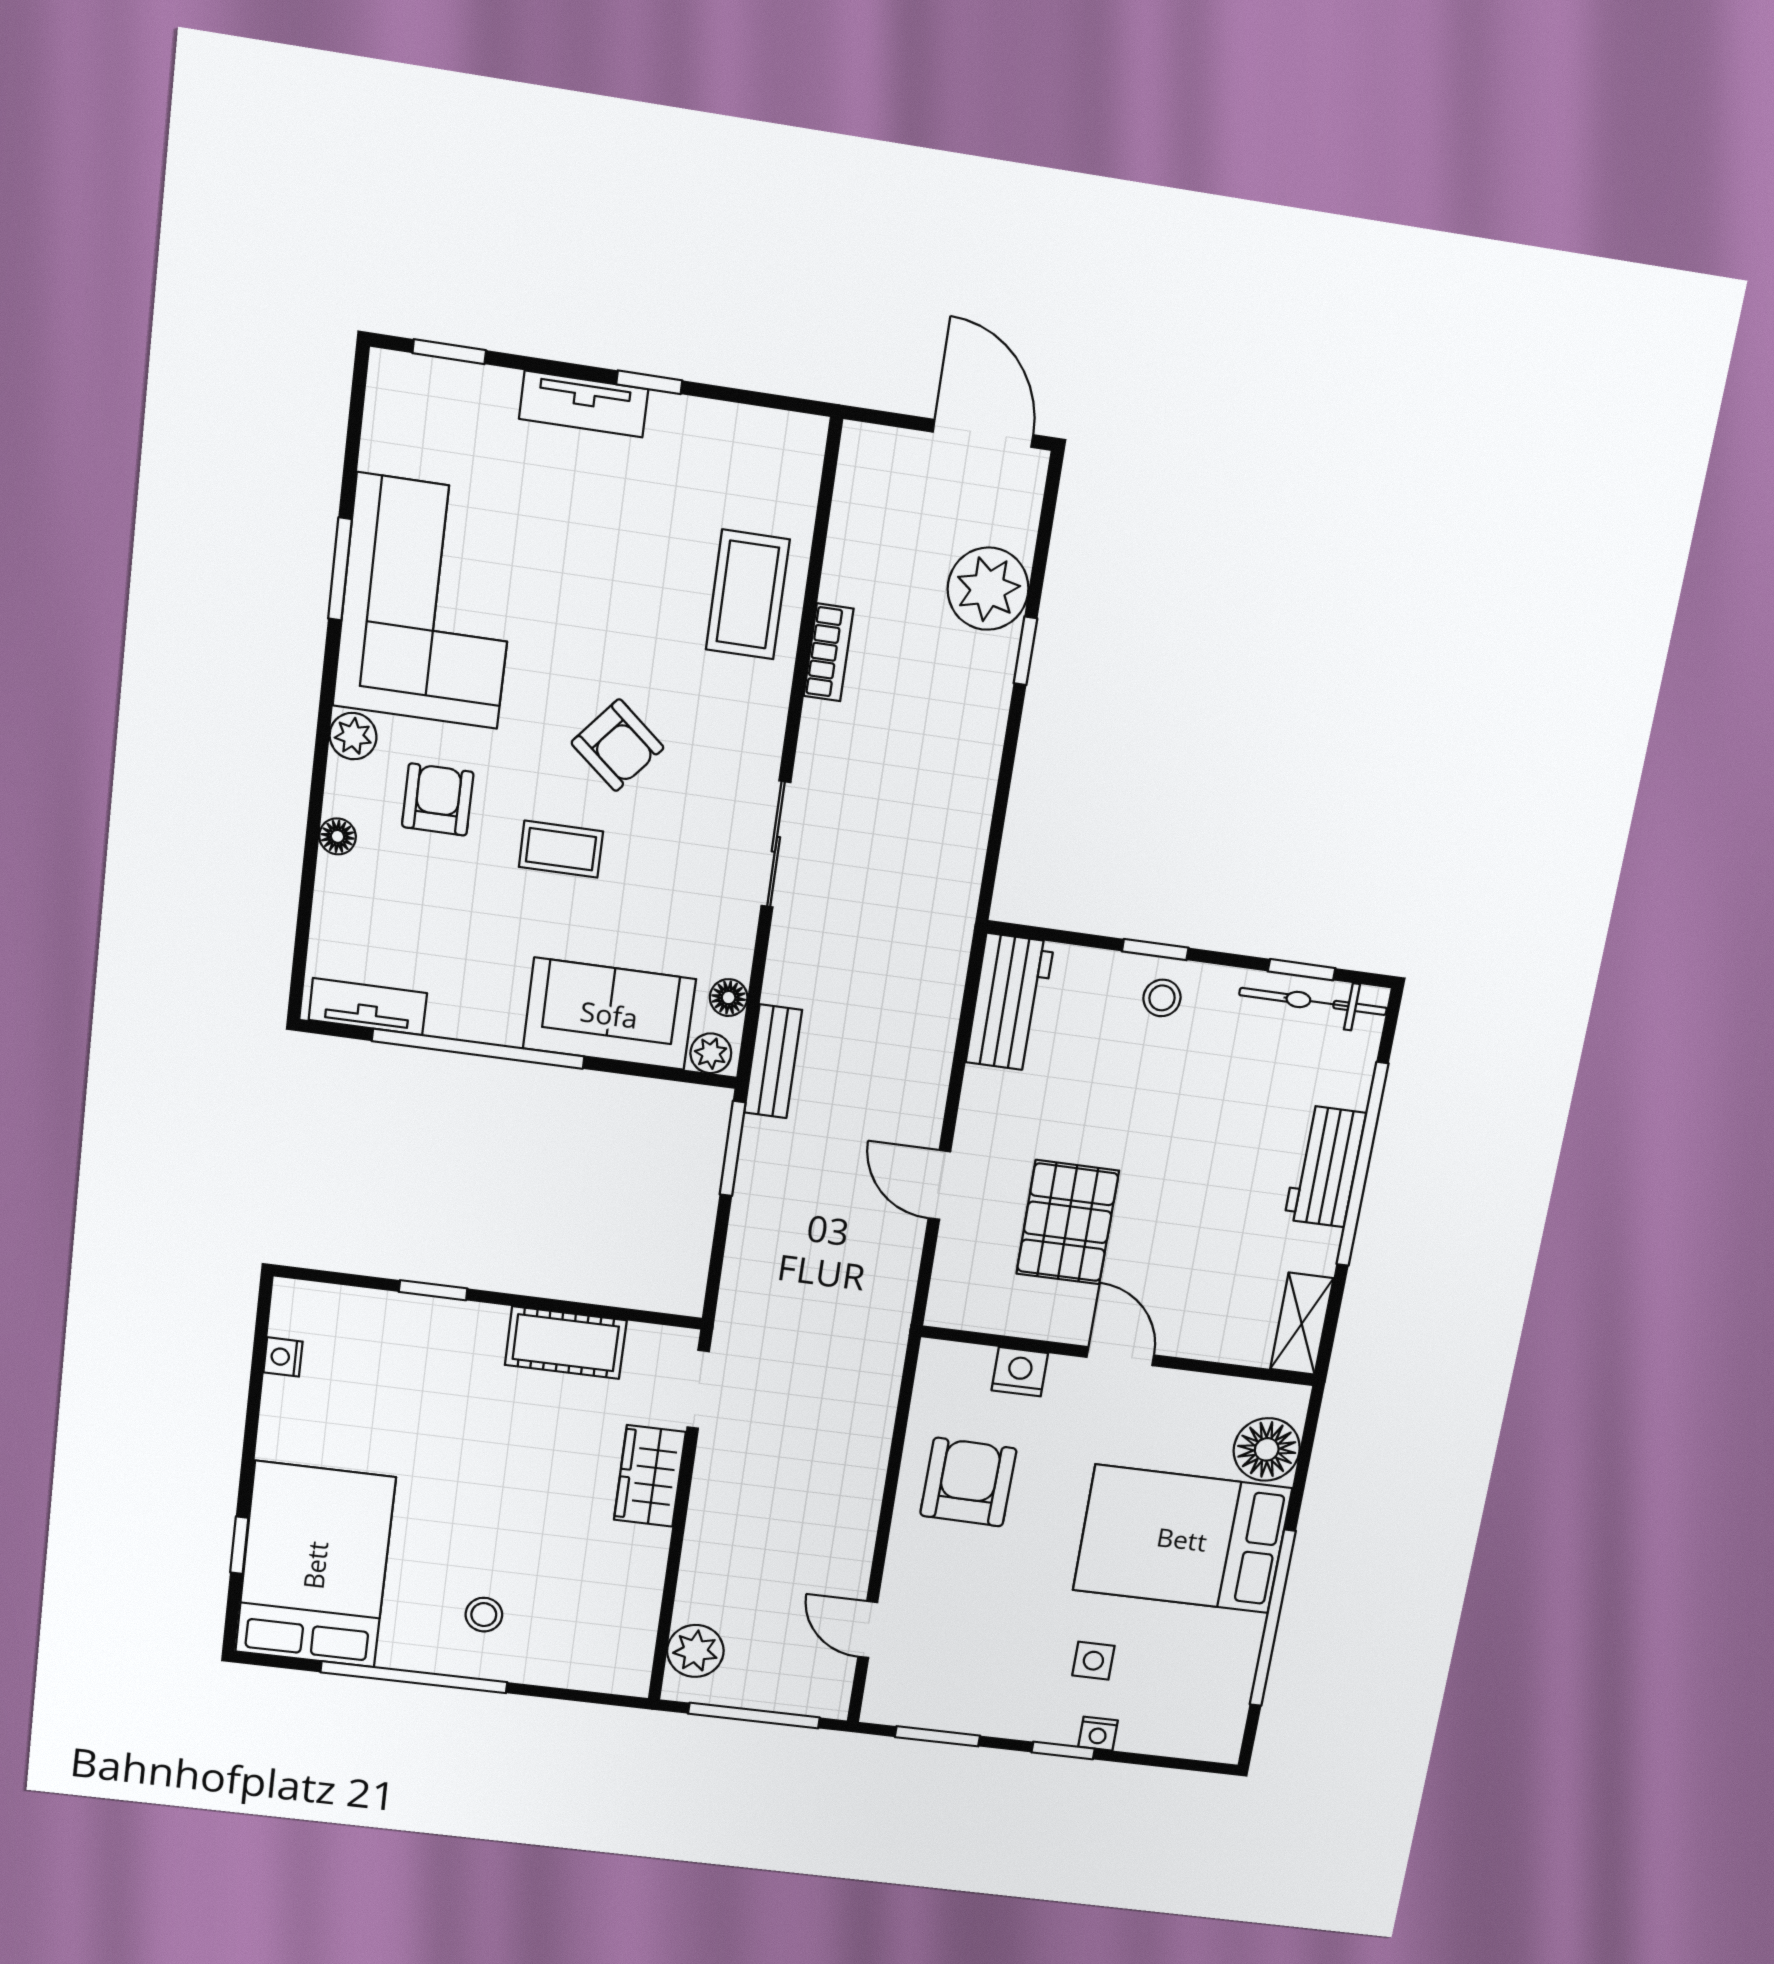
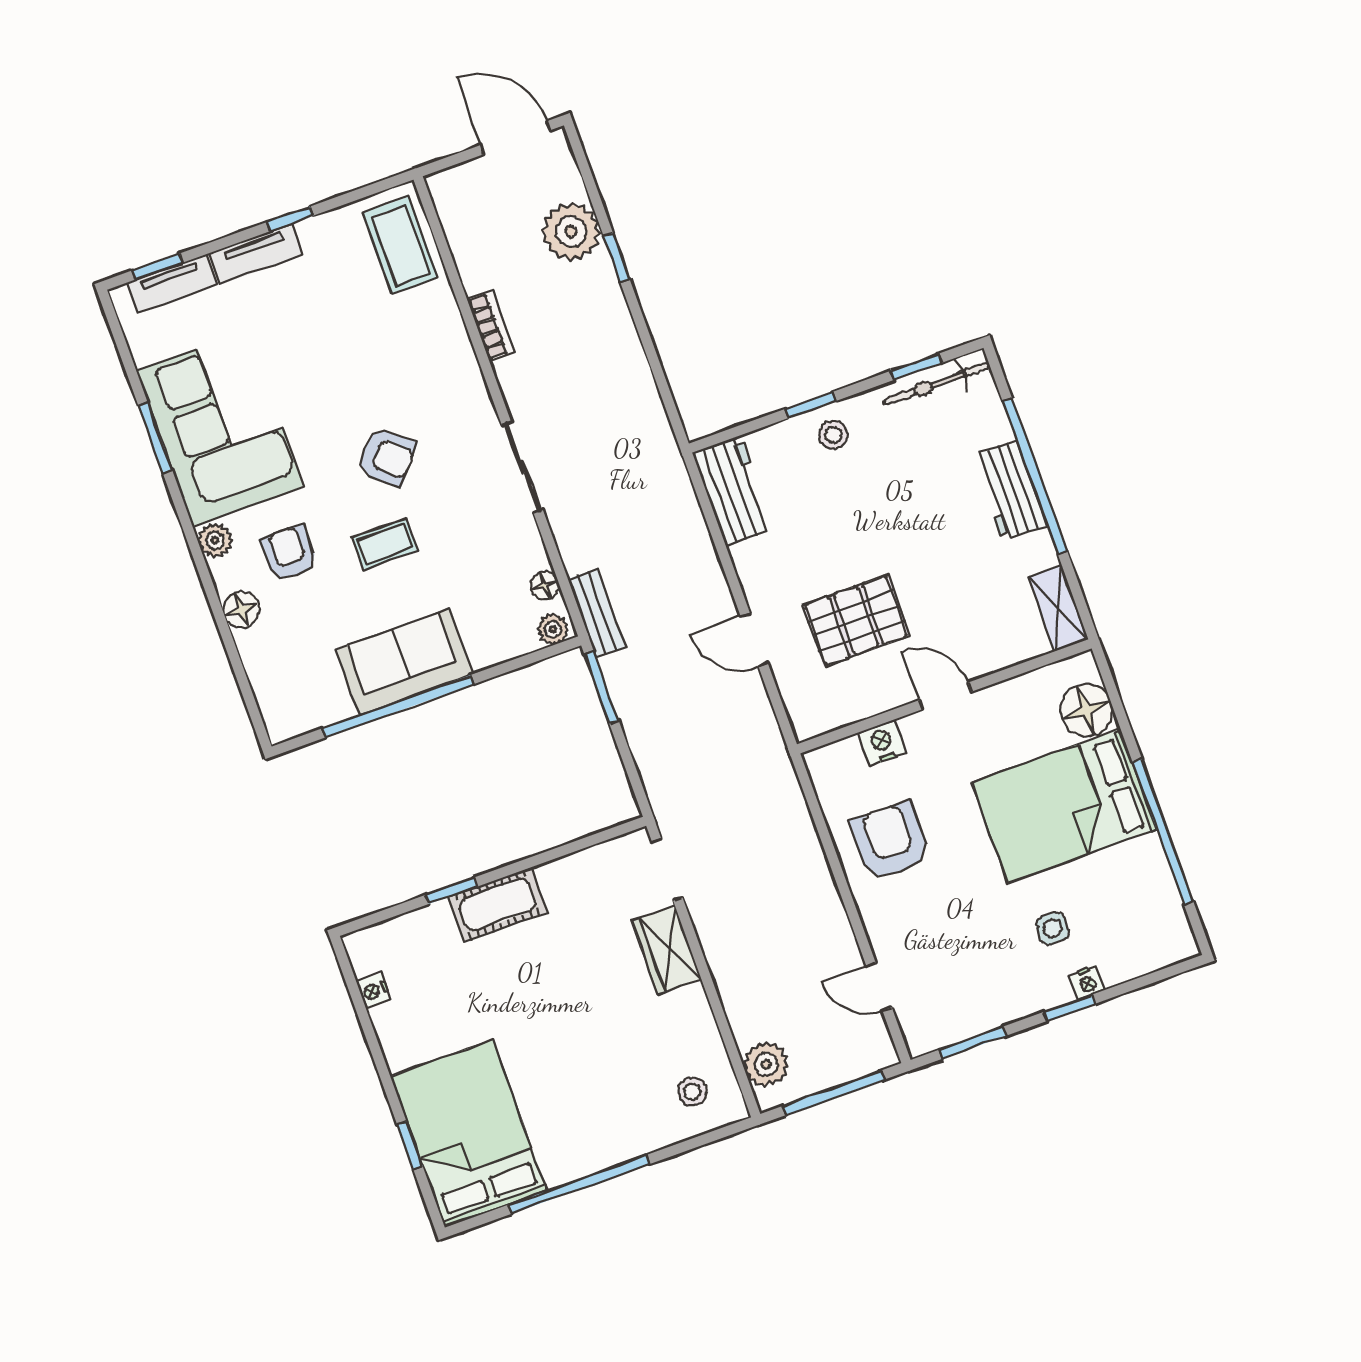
coffee table: (748, 595) -> (400, 245), moved
floor lamp: (338, 836) -> (241, 610), width x1.37, depth x1.37
tv unit: (368, 1007) -> (172, 283), moved, turned 180
sofa: (609, 1014) -> (404, 662), moved
pallet: (1068, 1222) -> (856, 621), turned 90
cot: (566, 1343) -> (498, 905), moved
stool: (484, 1615) -> (692, 1091), moved

